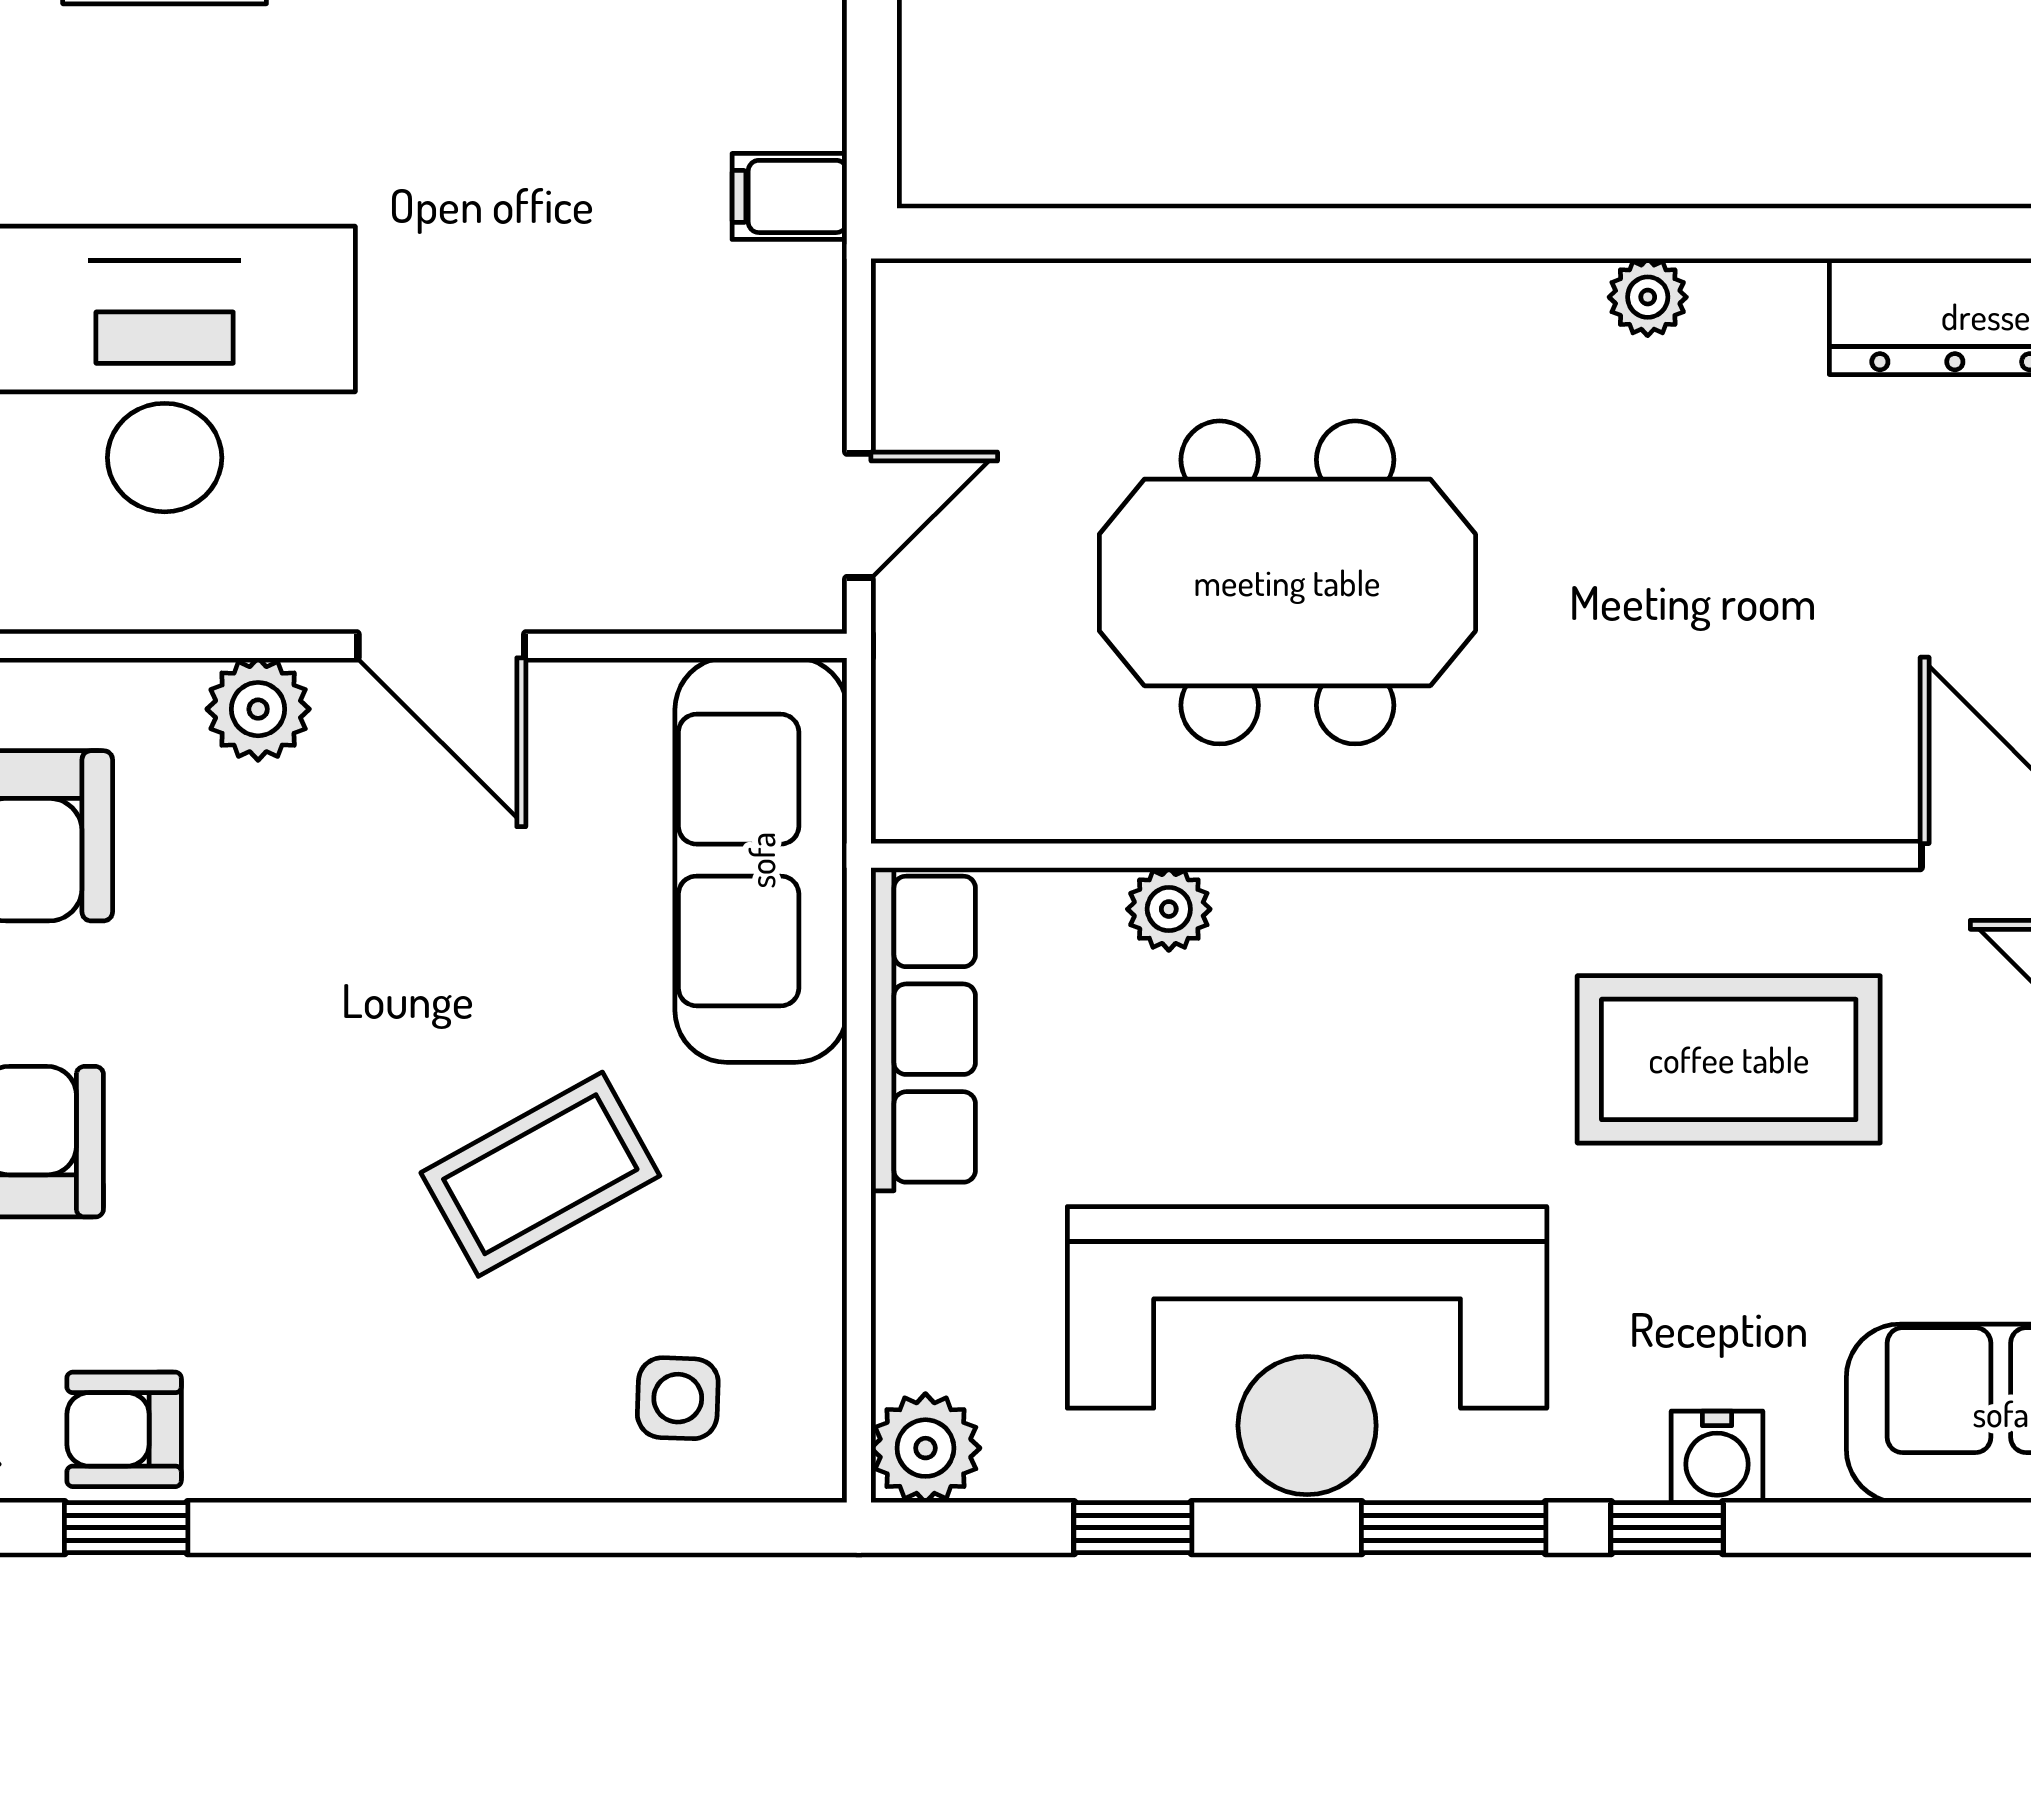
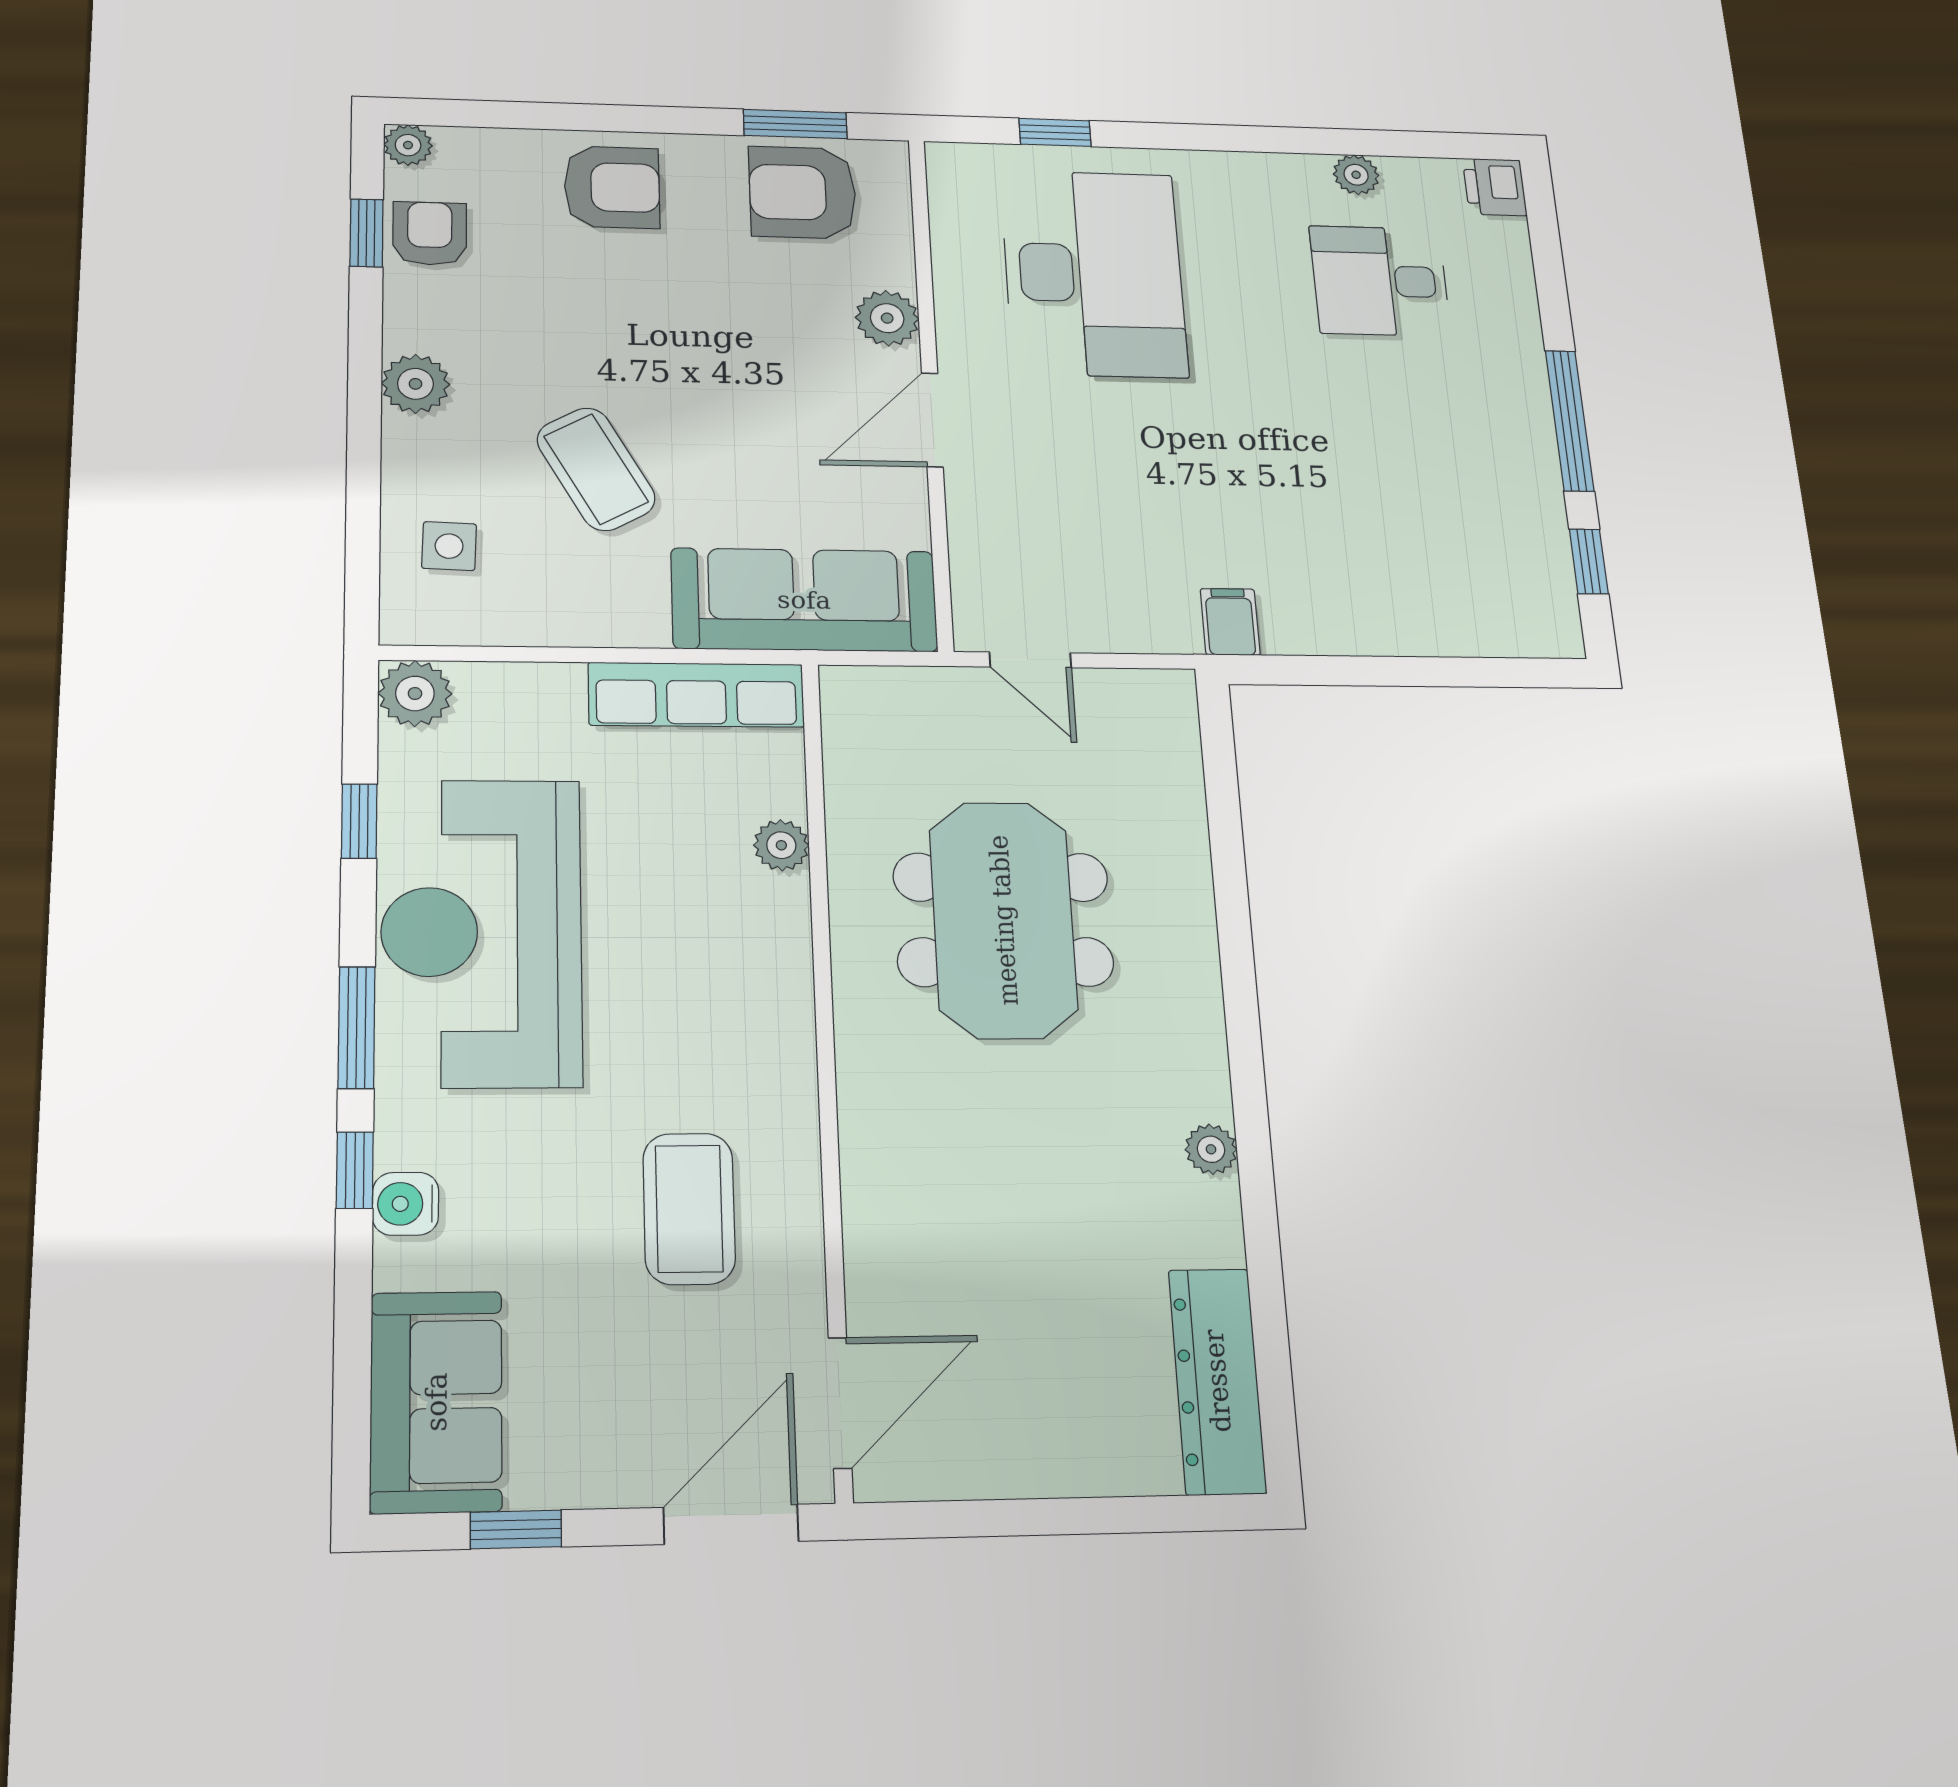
coffee table: (1729, 1059) -> (689, 1209), width x0.73, depth x0.76
plant: (397, 1450) -> (415, 384), added

